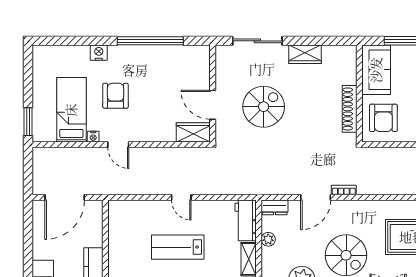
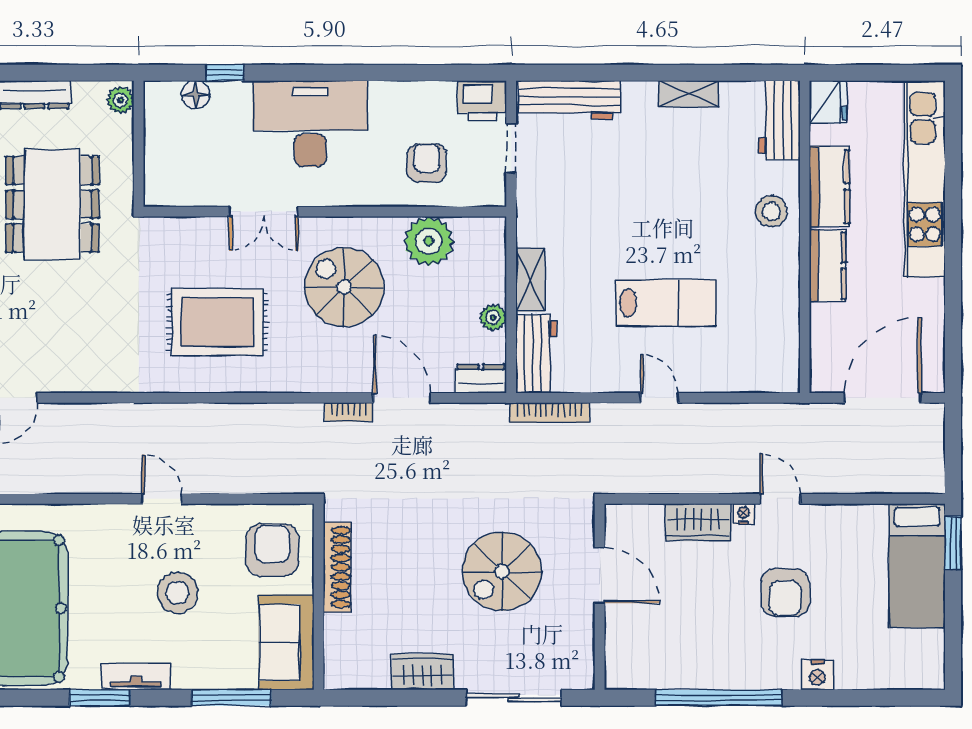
bed: (71, 110) -> (917, 566), moved
wardrobe: (193, 132) -> (698, 522), moved
nightstand: (93, 137) -> (744, 514), moved
bookcase: (239, 190) -> (549, 413), added
door: (316, 197) -> (402, 398), hinge flipped

